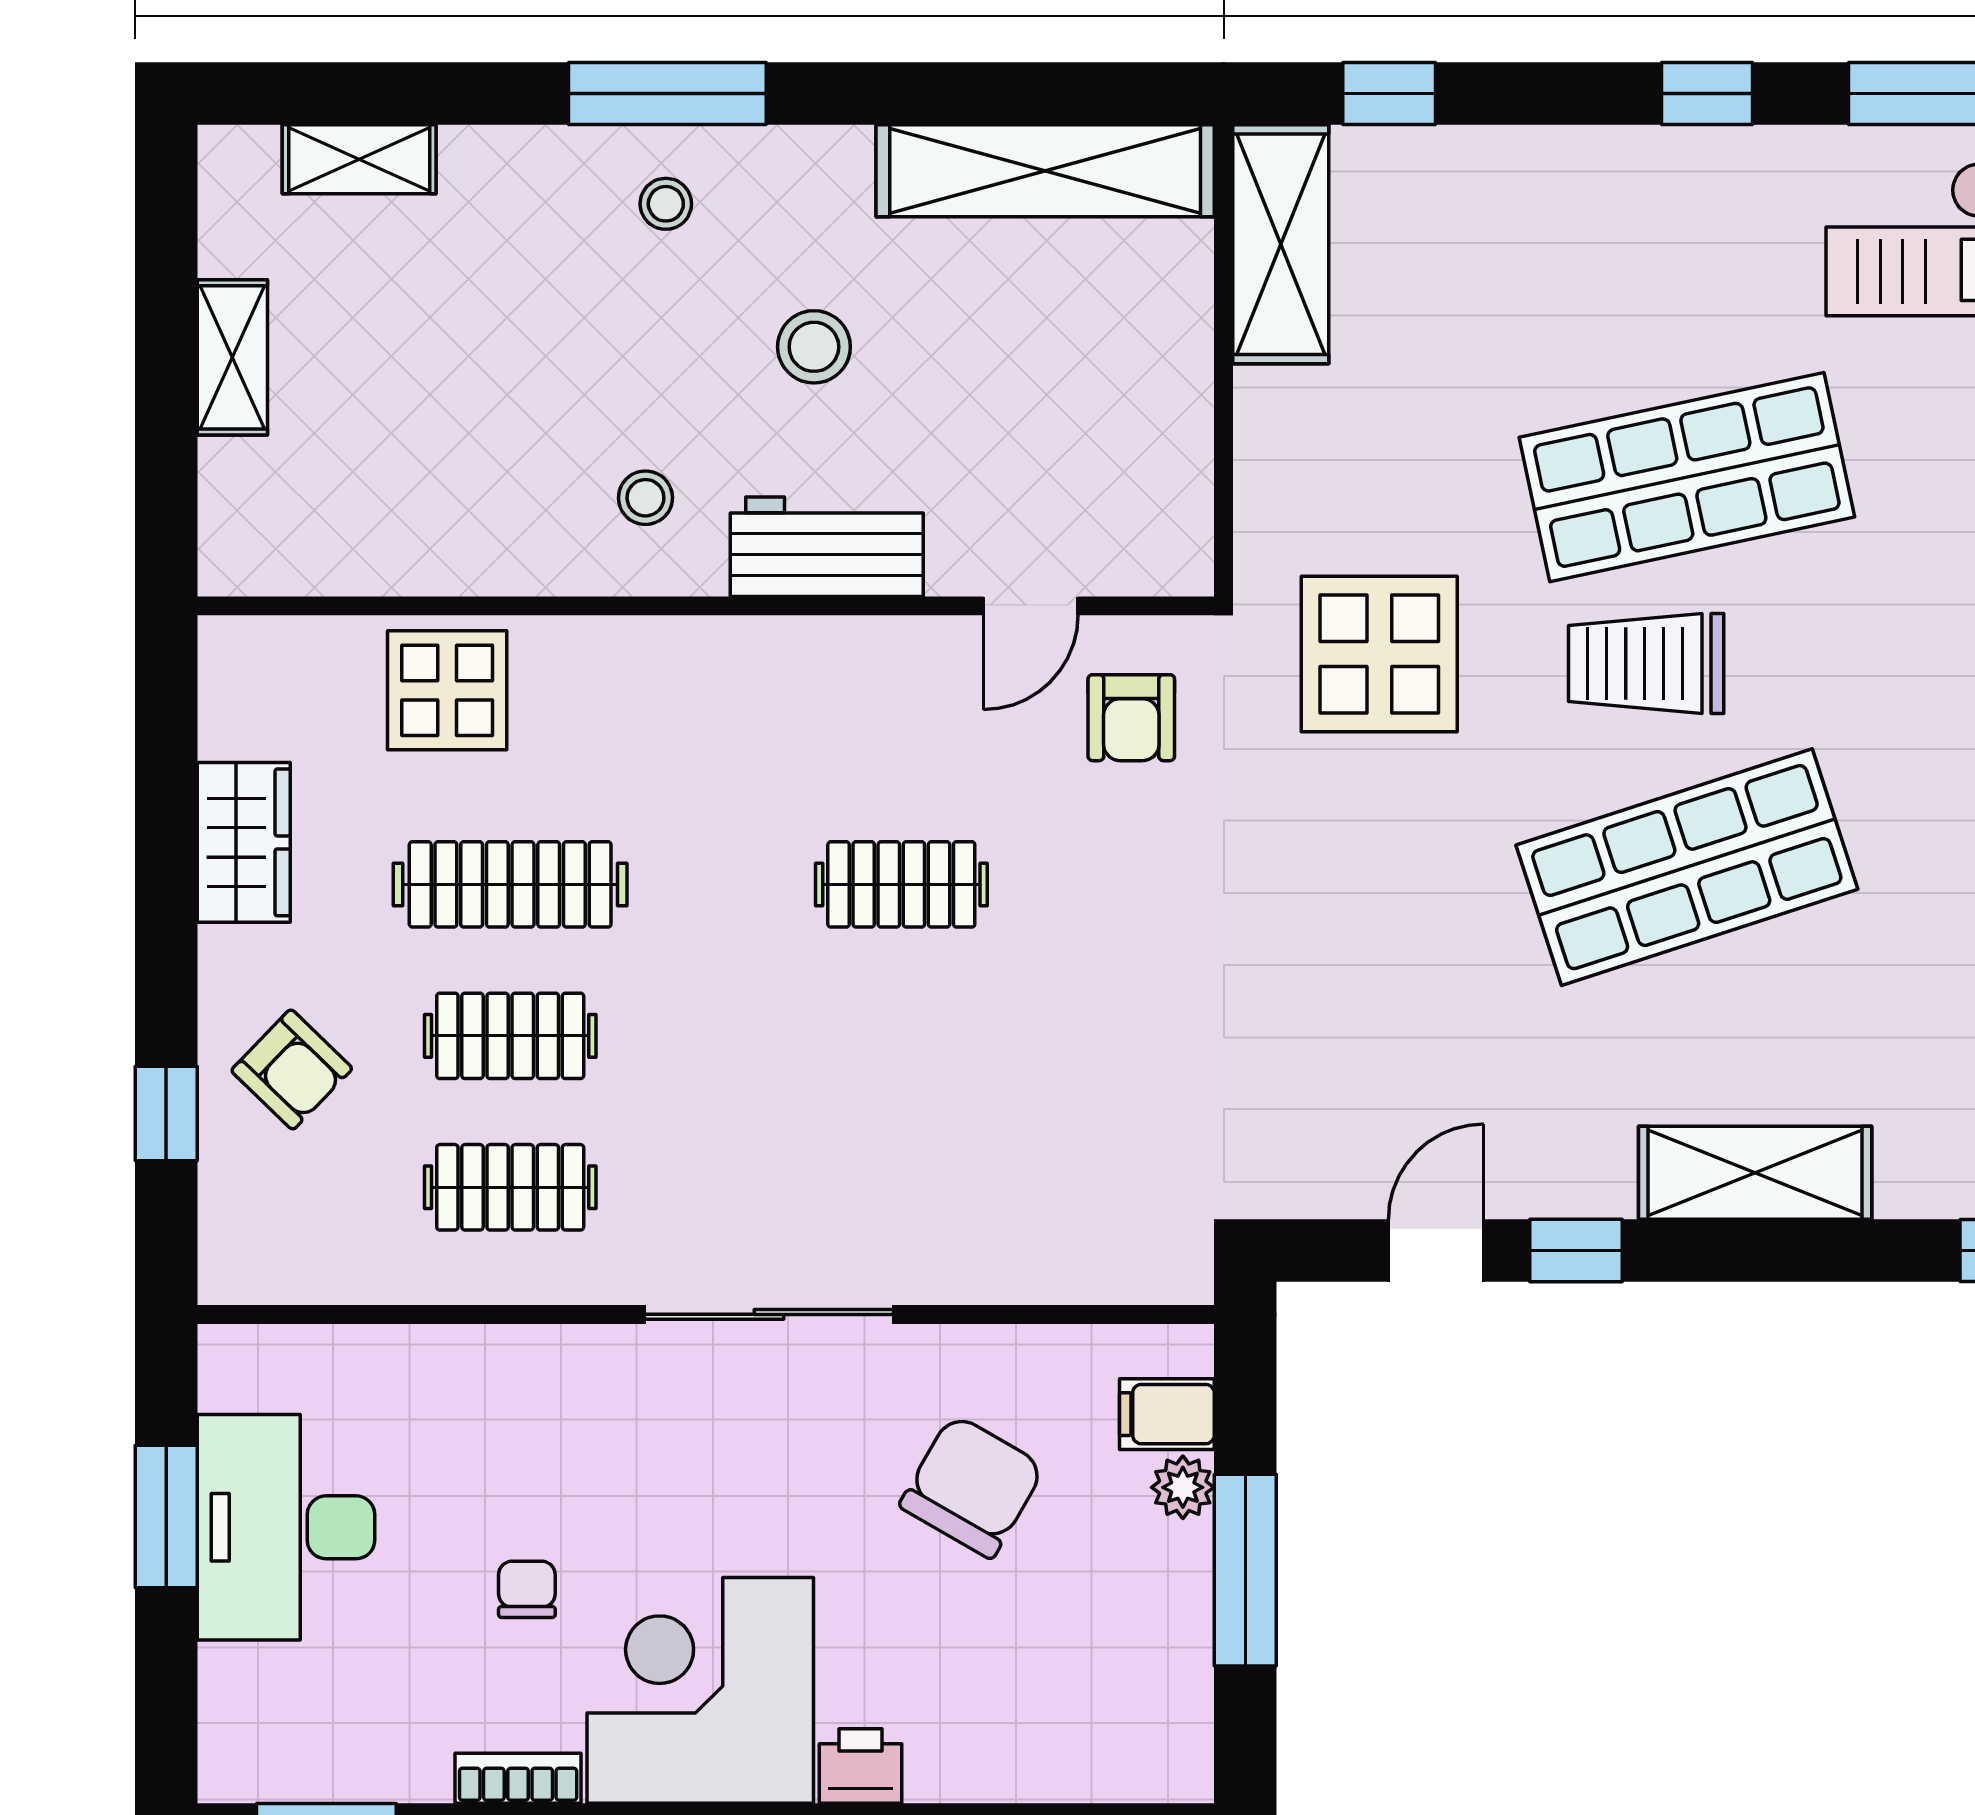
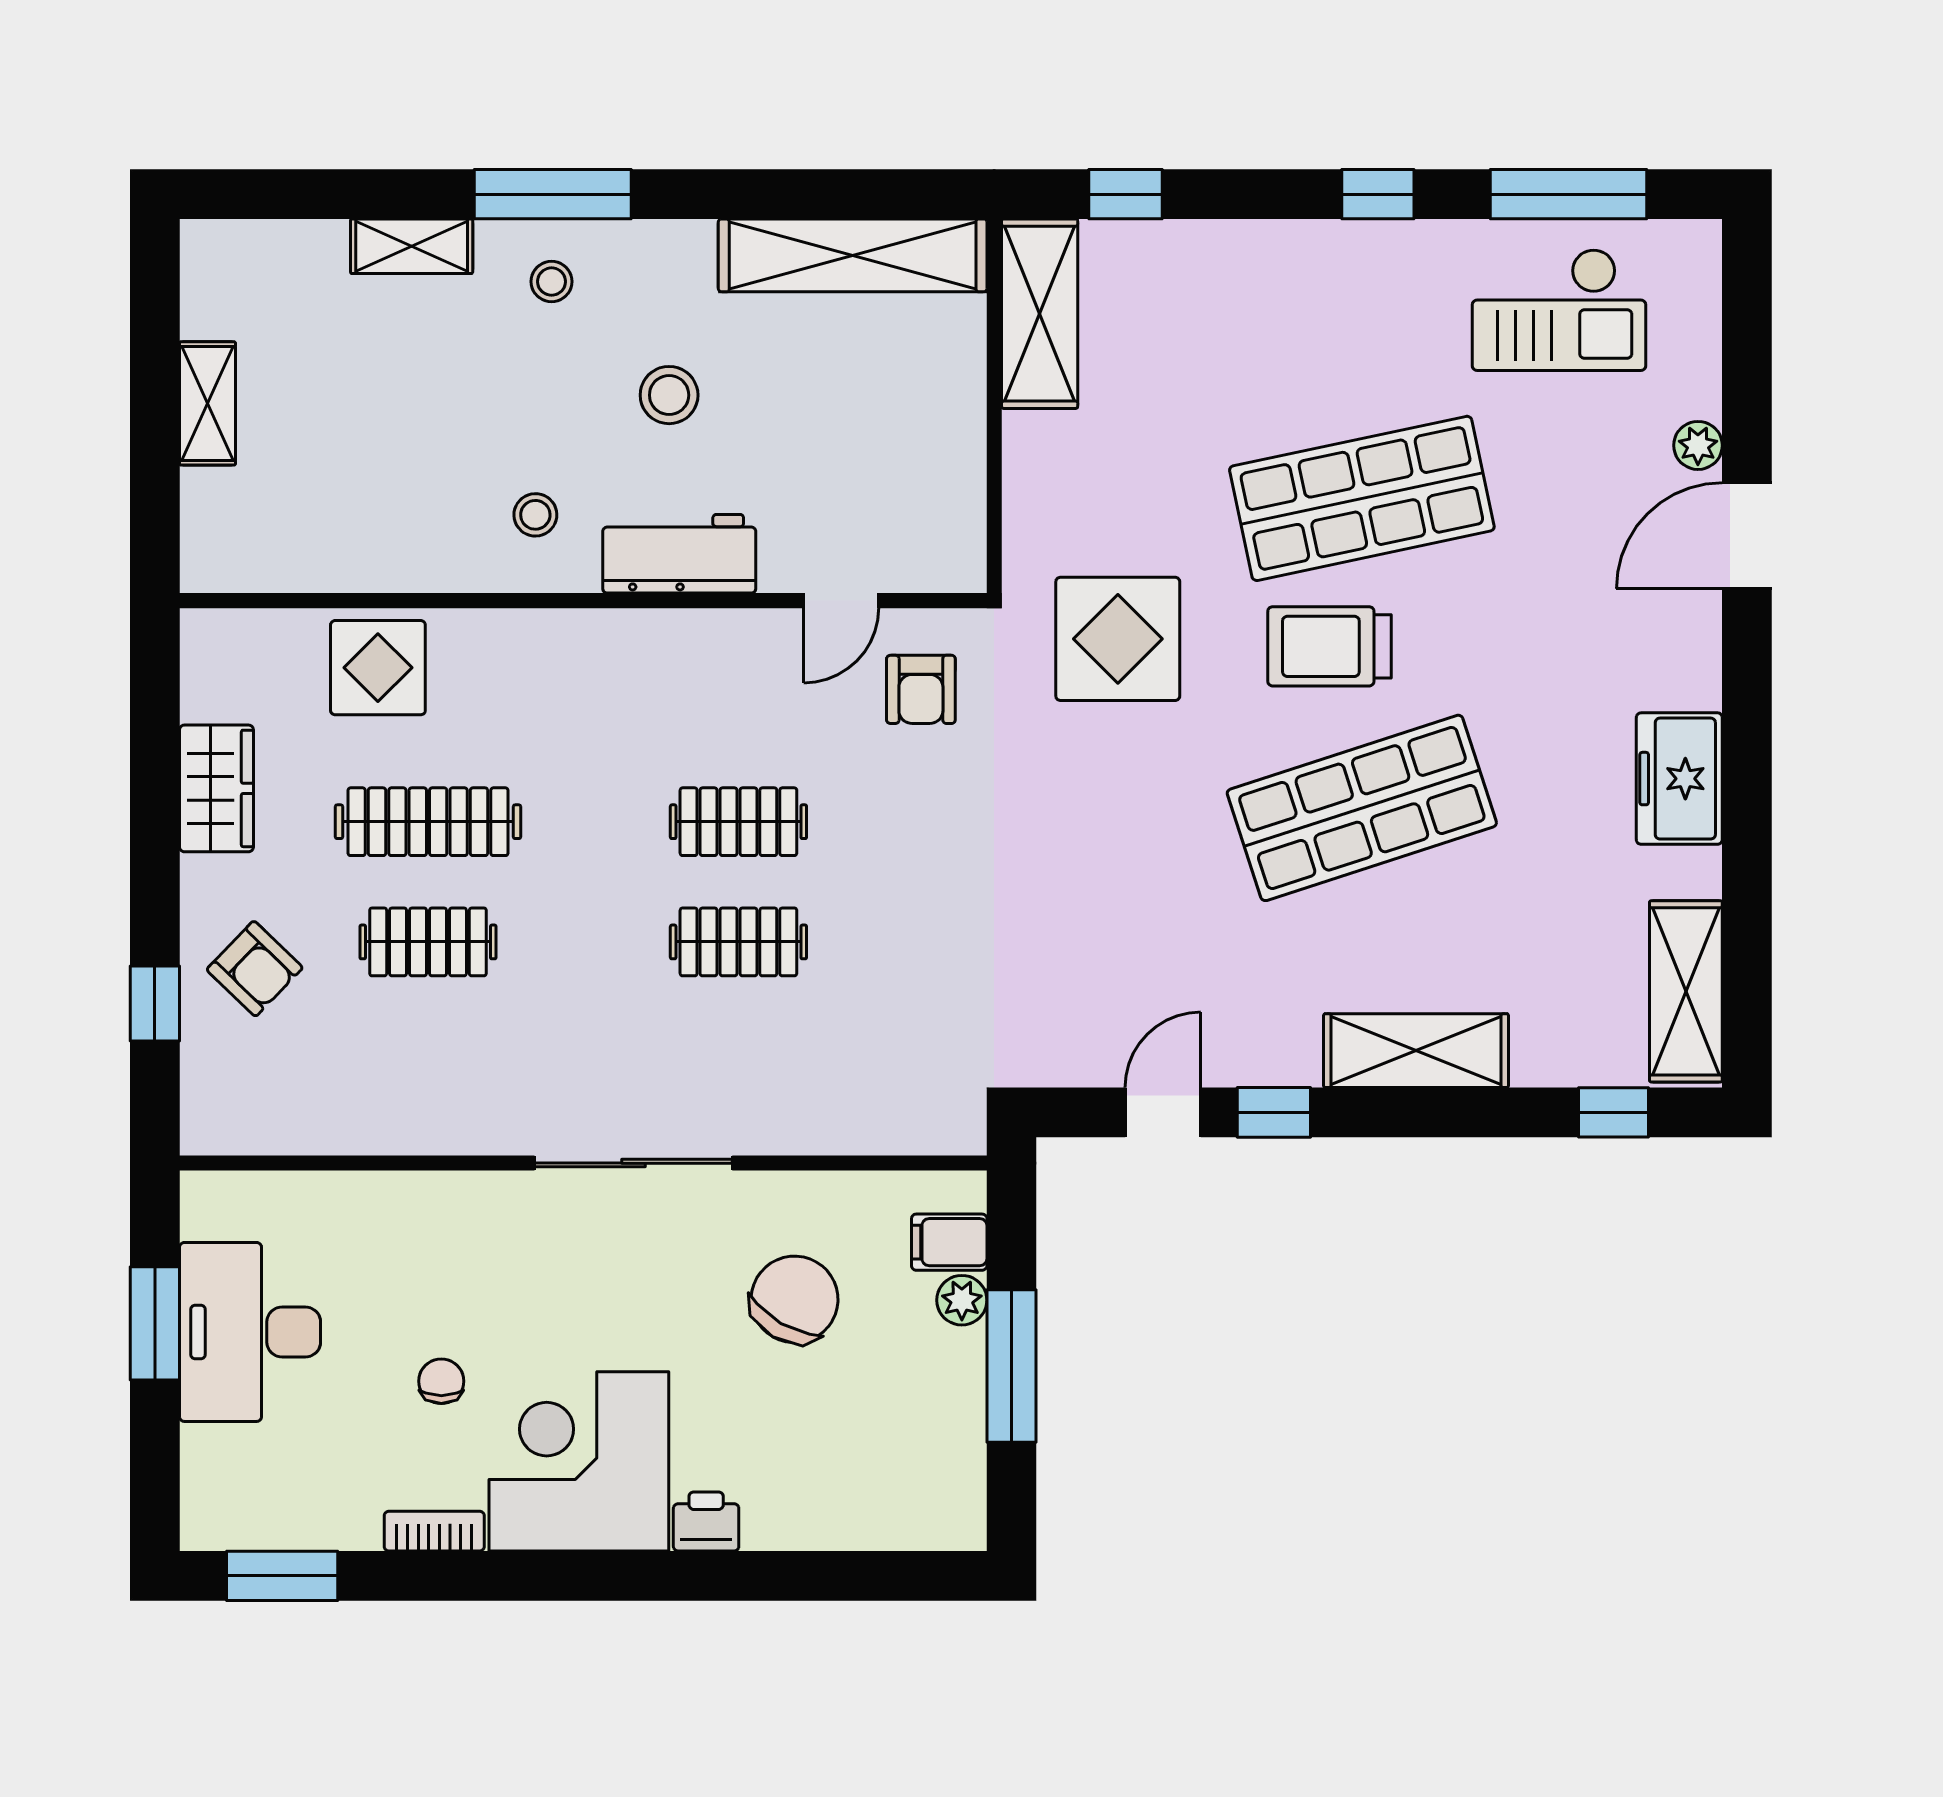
shelving: (359, 159) -> (412, 246), moved
clothes rail: (510, 1187) -> (738, 942), moved

